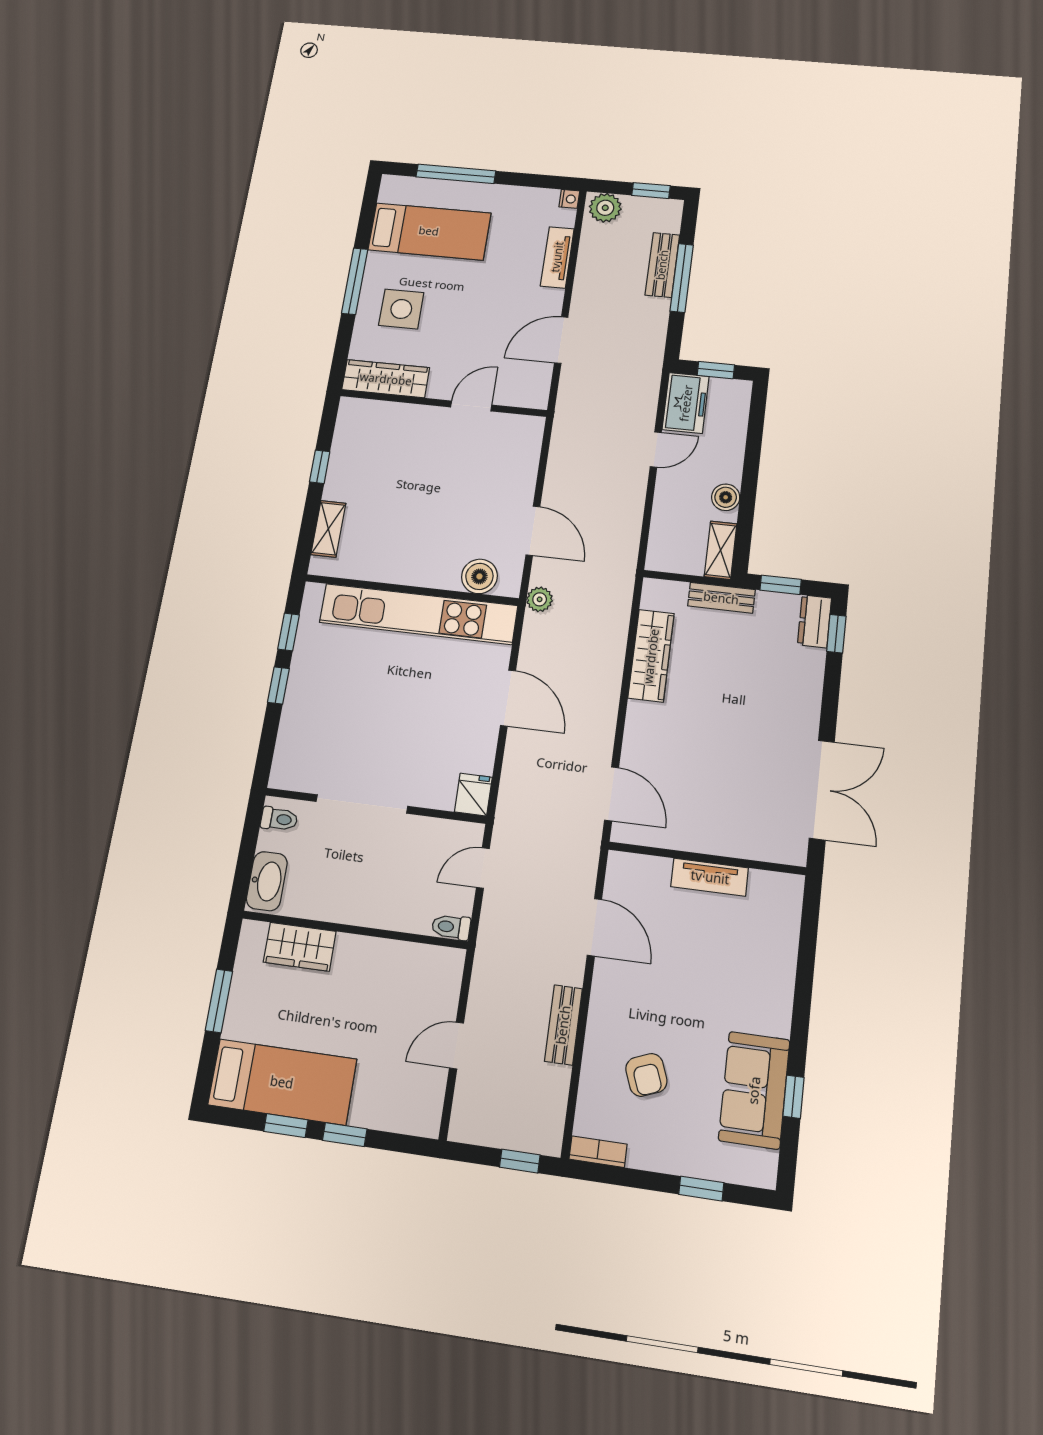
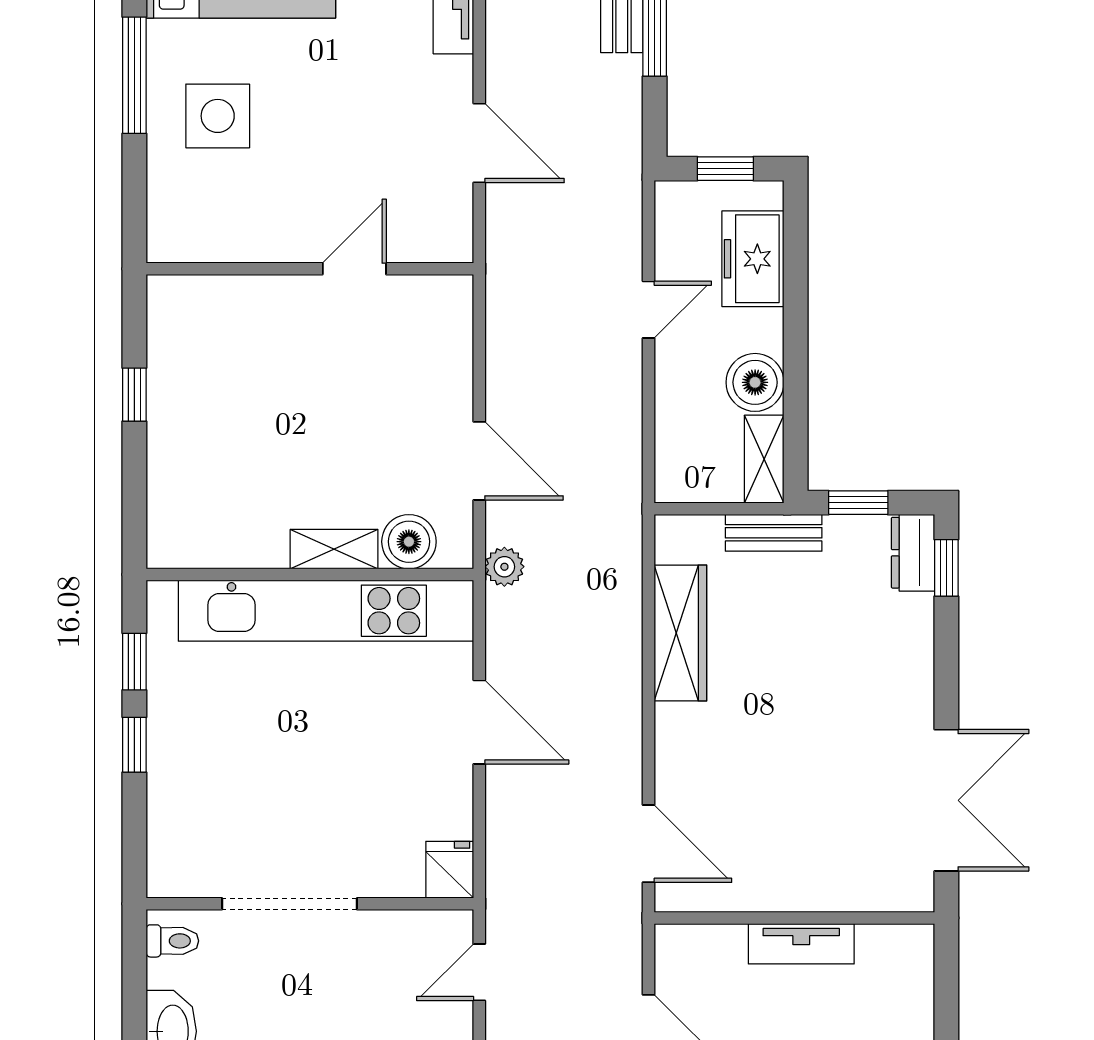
door: (561, 340) -> (479, 143), swing flipped
wardrobe: (386, 379) -> (213, 237), removed
freezer: (686, 403) -> (753, 259), moved, turned 180
boiler: (726, 497) -> (755, 382), width x1.36, depth x1.36
shelving: (328, 529) -> (334, 549), moved, turned 90

